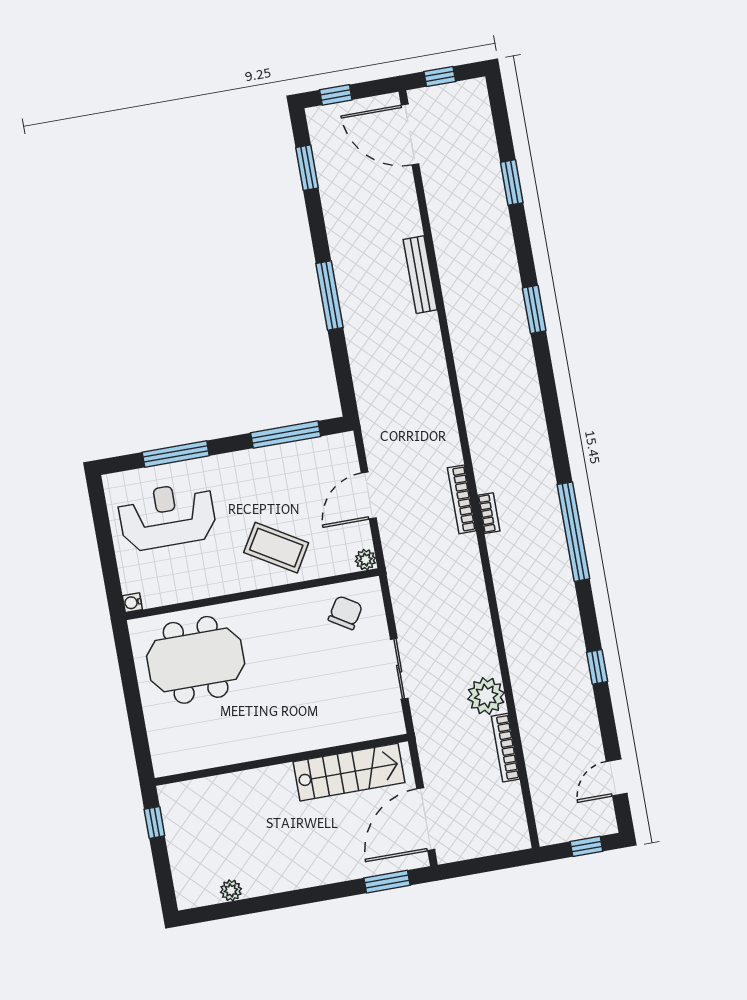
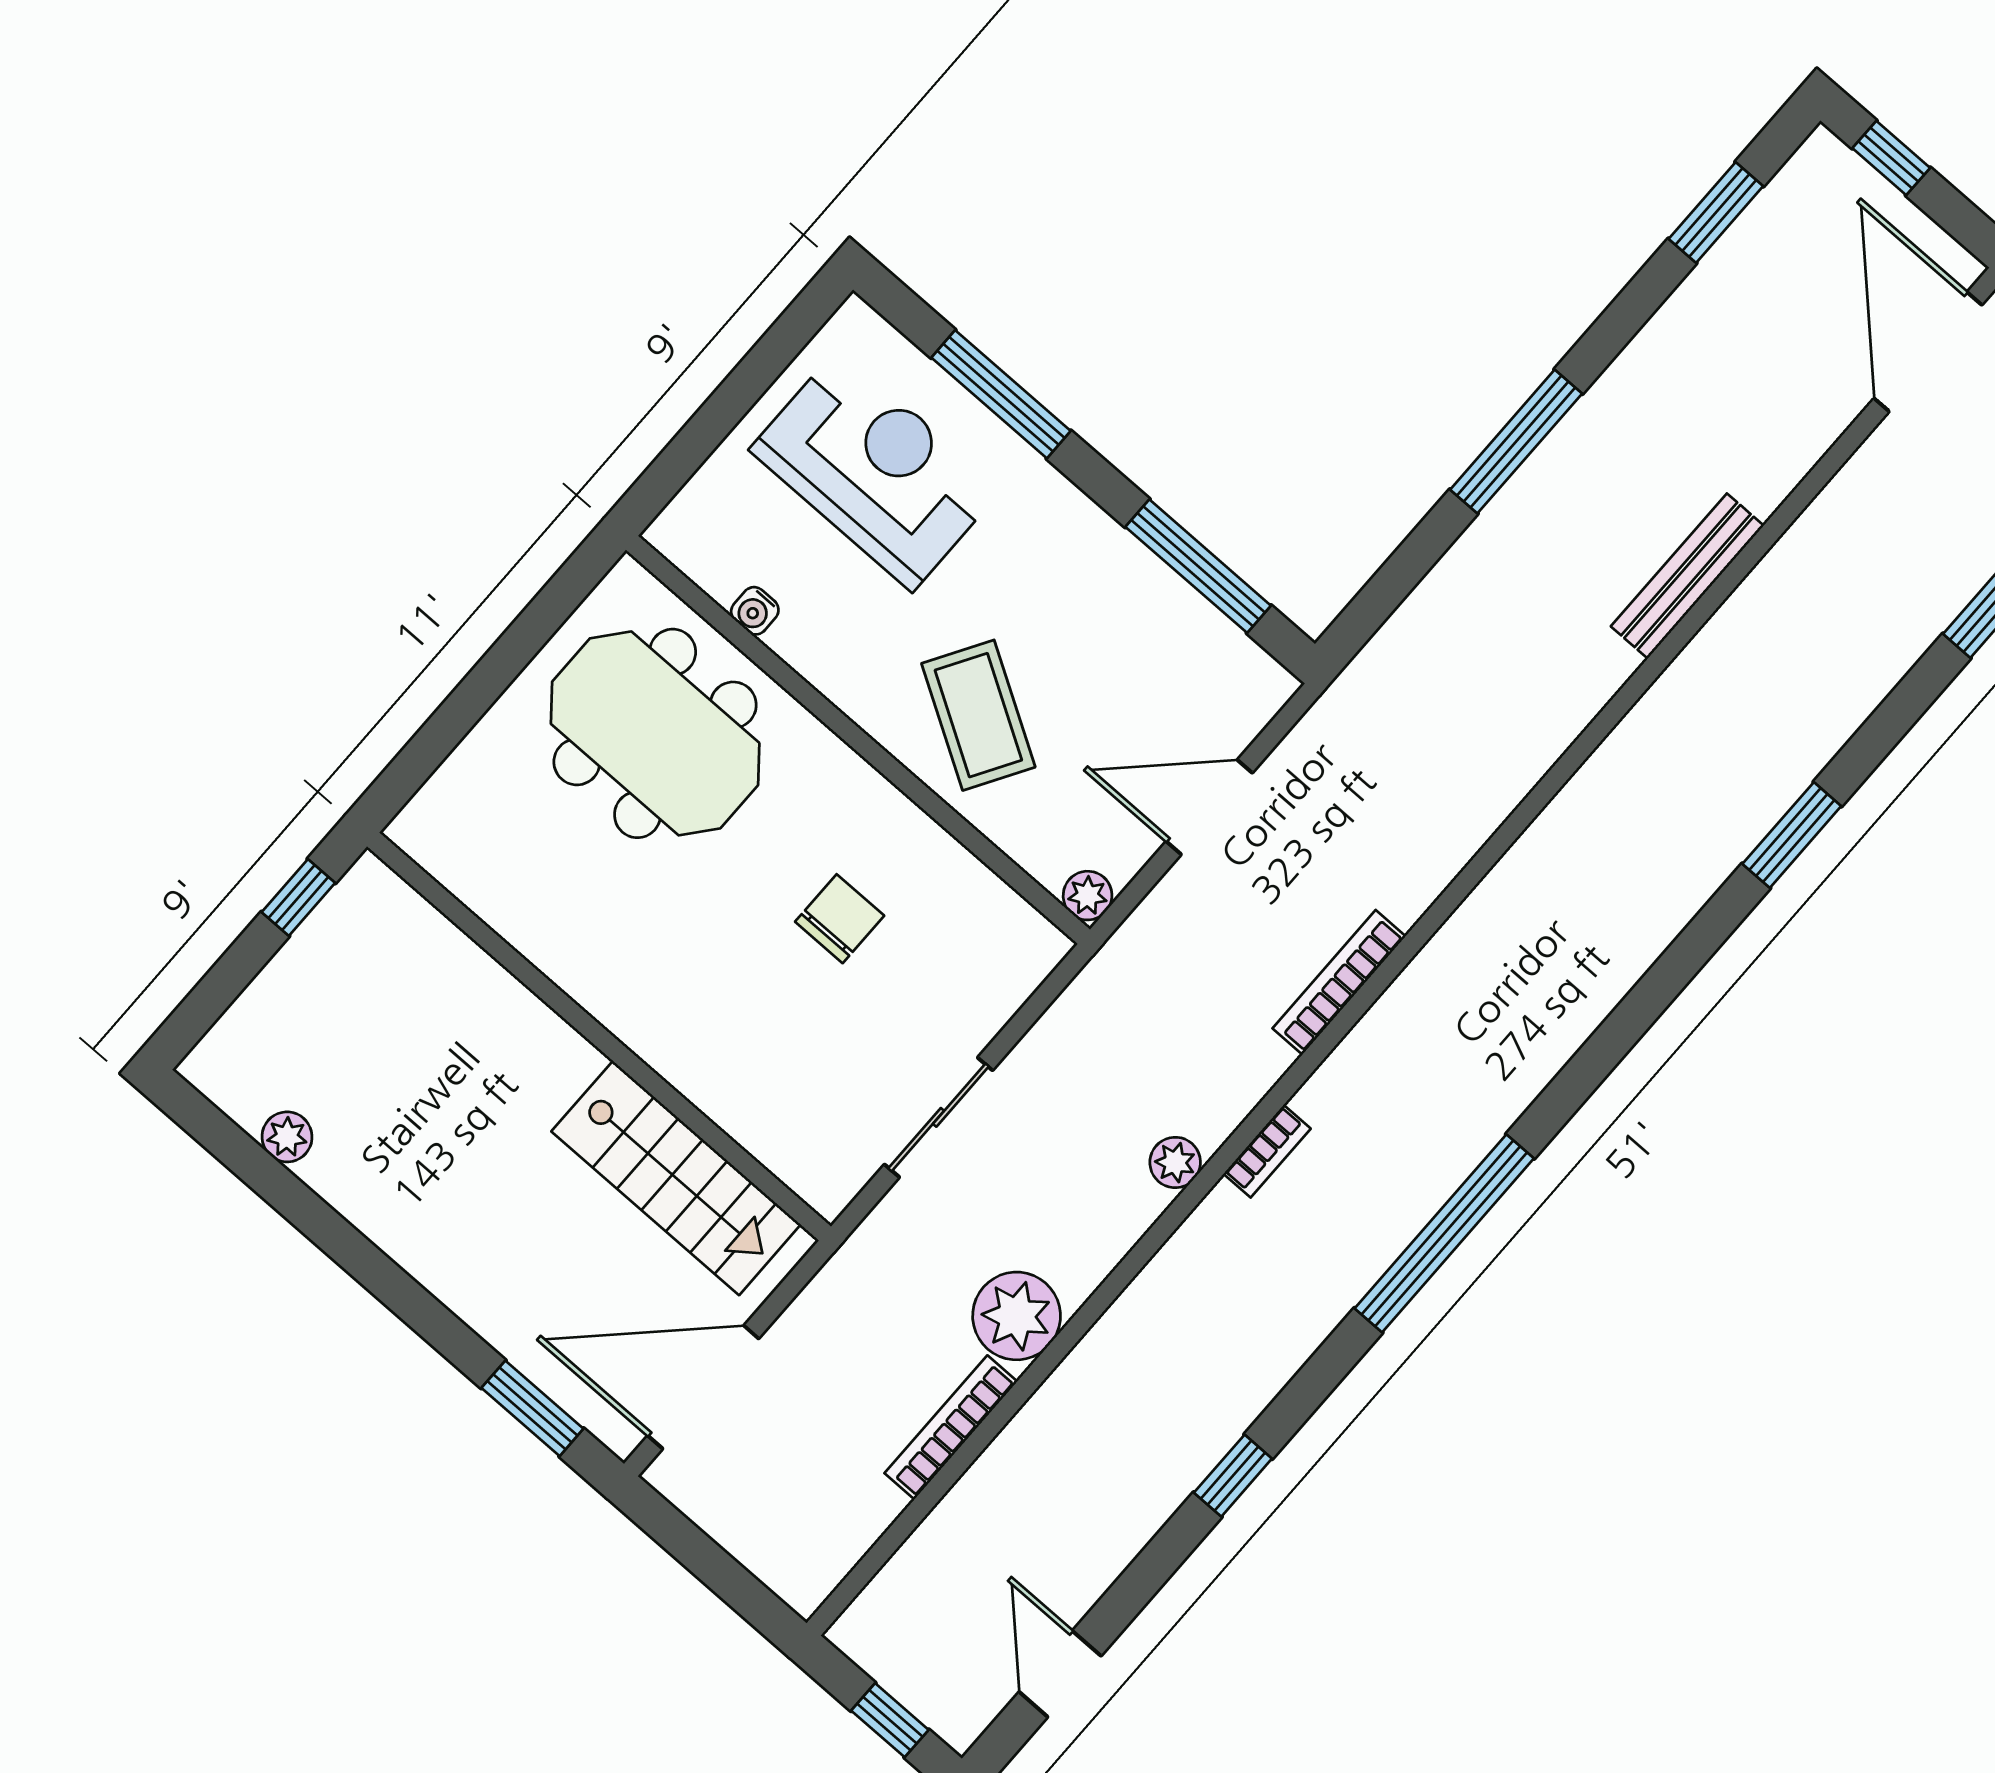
bookcase: (489, 513) -> (1267, 1151), moved
plant: (478, 602) -> (1175, 1162), added
water cooler: (132, 603) -> (755, 611), moved, turned -90
chair: (345, 613) -> (840, 919), moved, turned -32
door: (617, 777) -> (1060, 1674), hinge flipped

